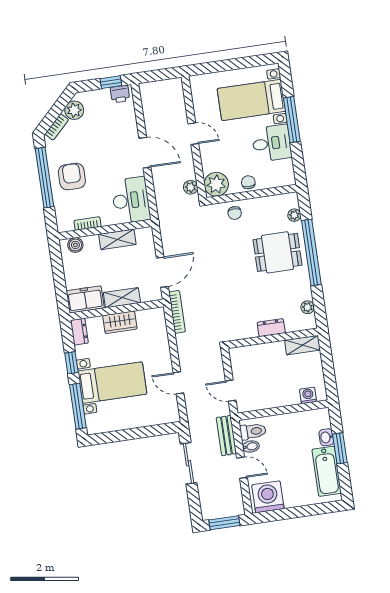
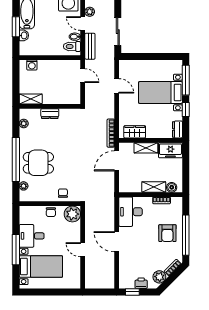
printer: (120, 94) -> (141, 283), moved
plant: (191, 187) -> (90, 12), moved
shelving: (117, 239) -> (154, 187), moved
wardrobe: (120, 322) -> (135, 132), moved

